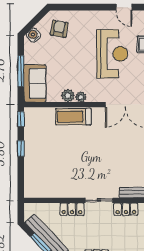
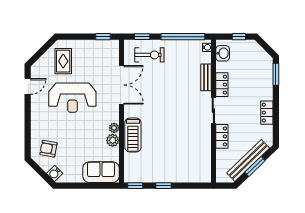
reception desk: (112, 54) -> (72, 98), turned 180
window: (21, 71) -> (89, 186), removed

